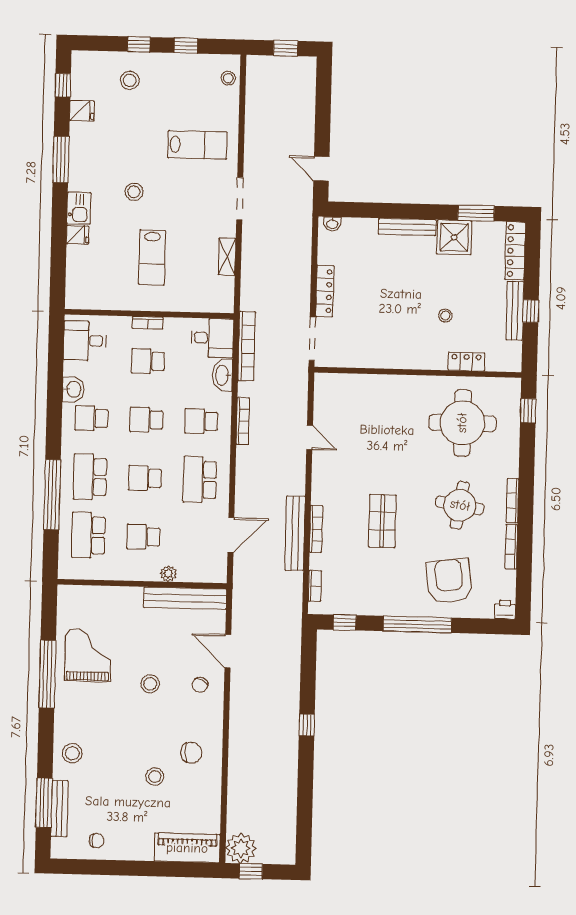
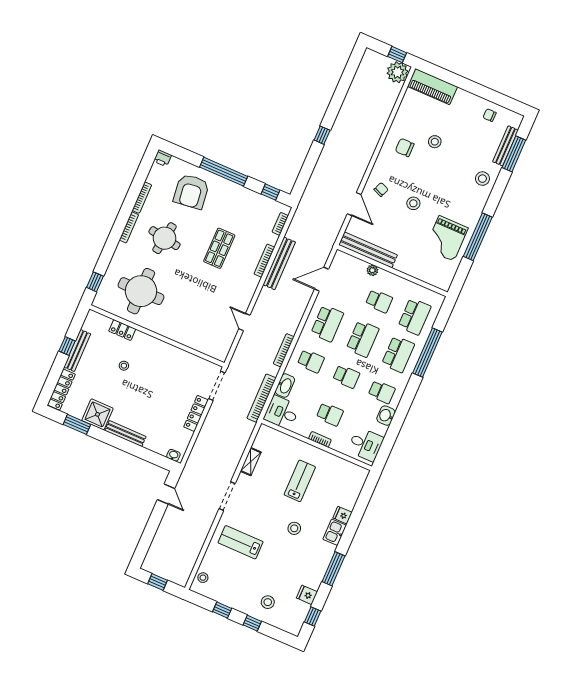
school desk: (145, 478) -> (363, 339), width x1.85

